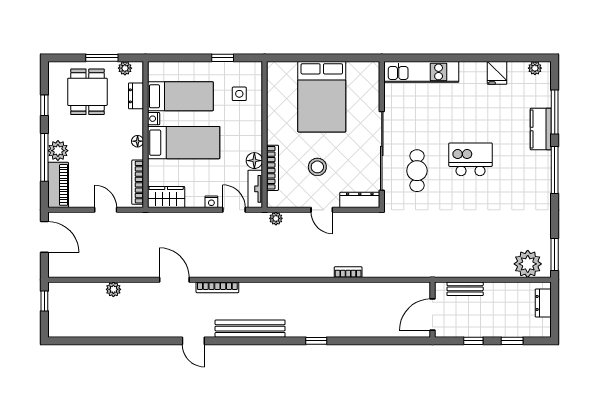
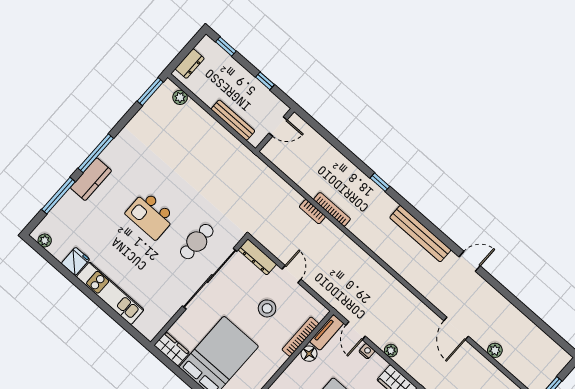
wardrobe: (363, 71) -> (172, 349), added
kitchen unit: (421, 72) -> (110, 293), moved
kitchen counter: (541, 129) -> (91, 179), moved
plant: (276, 218) -> (391, 351), moved
plant: (528, 264) -> (180, 97), width x0.53, depth x0.53
door: (174, 280) -> (456, 328), moved
bookcase: (217, 287) -> (332, 209), moved
bench: (465, 289) -> (233, 120), width x1.36
door: (433, 314) -> (278, 126), width x0.73
door: (193, 341) -> (470, 261), hinge flipped
window: (512, 341) -> (226, 46), moved

